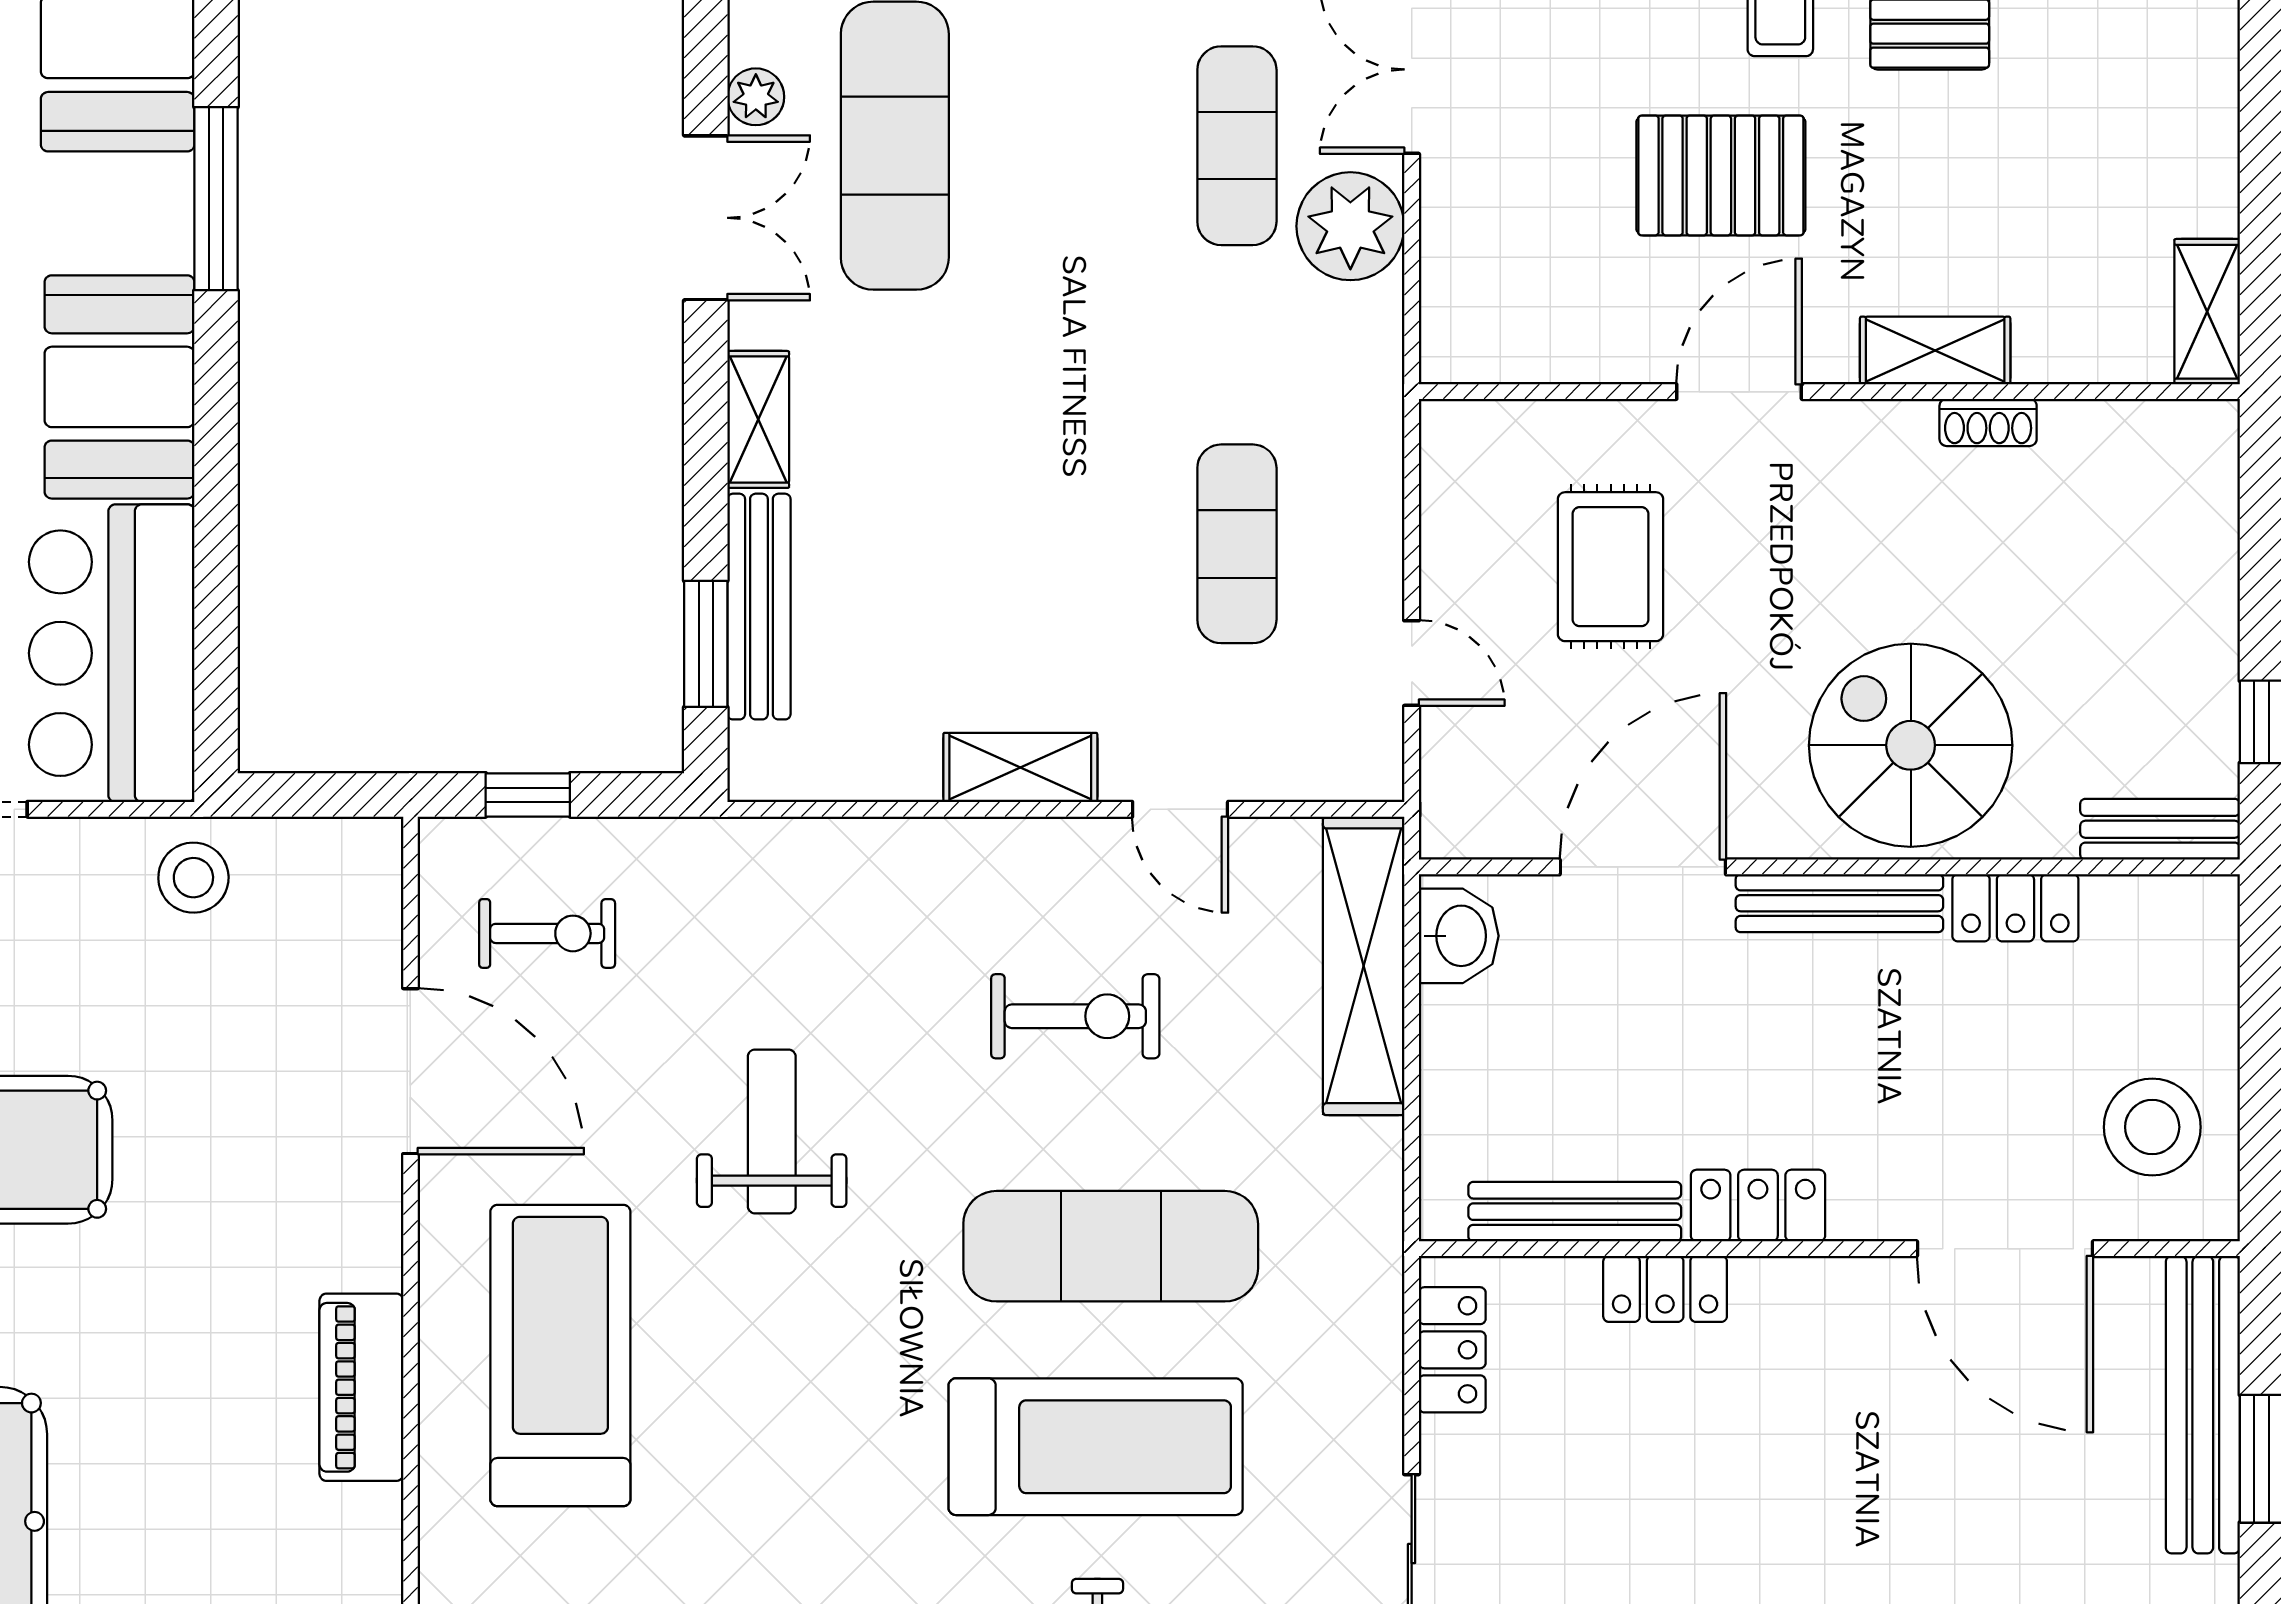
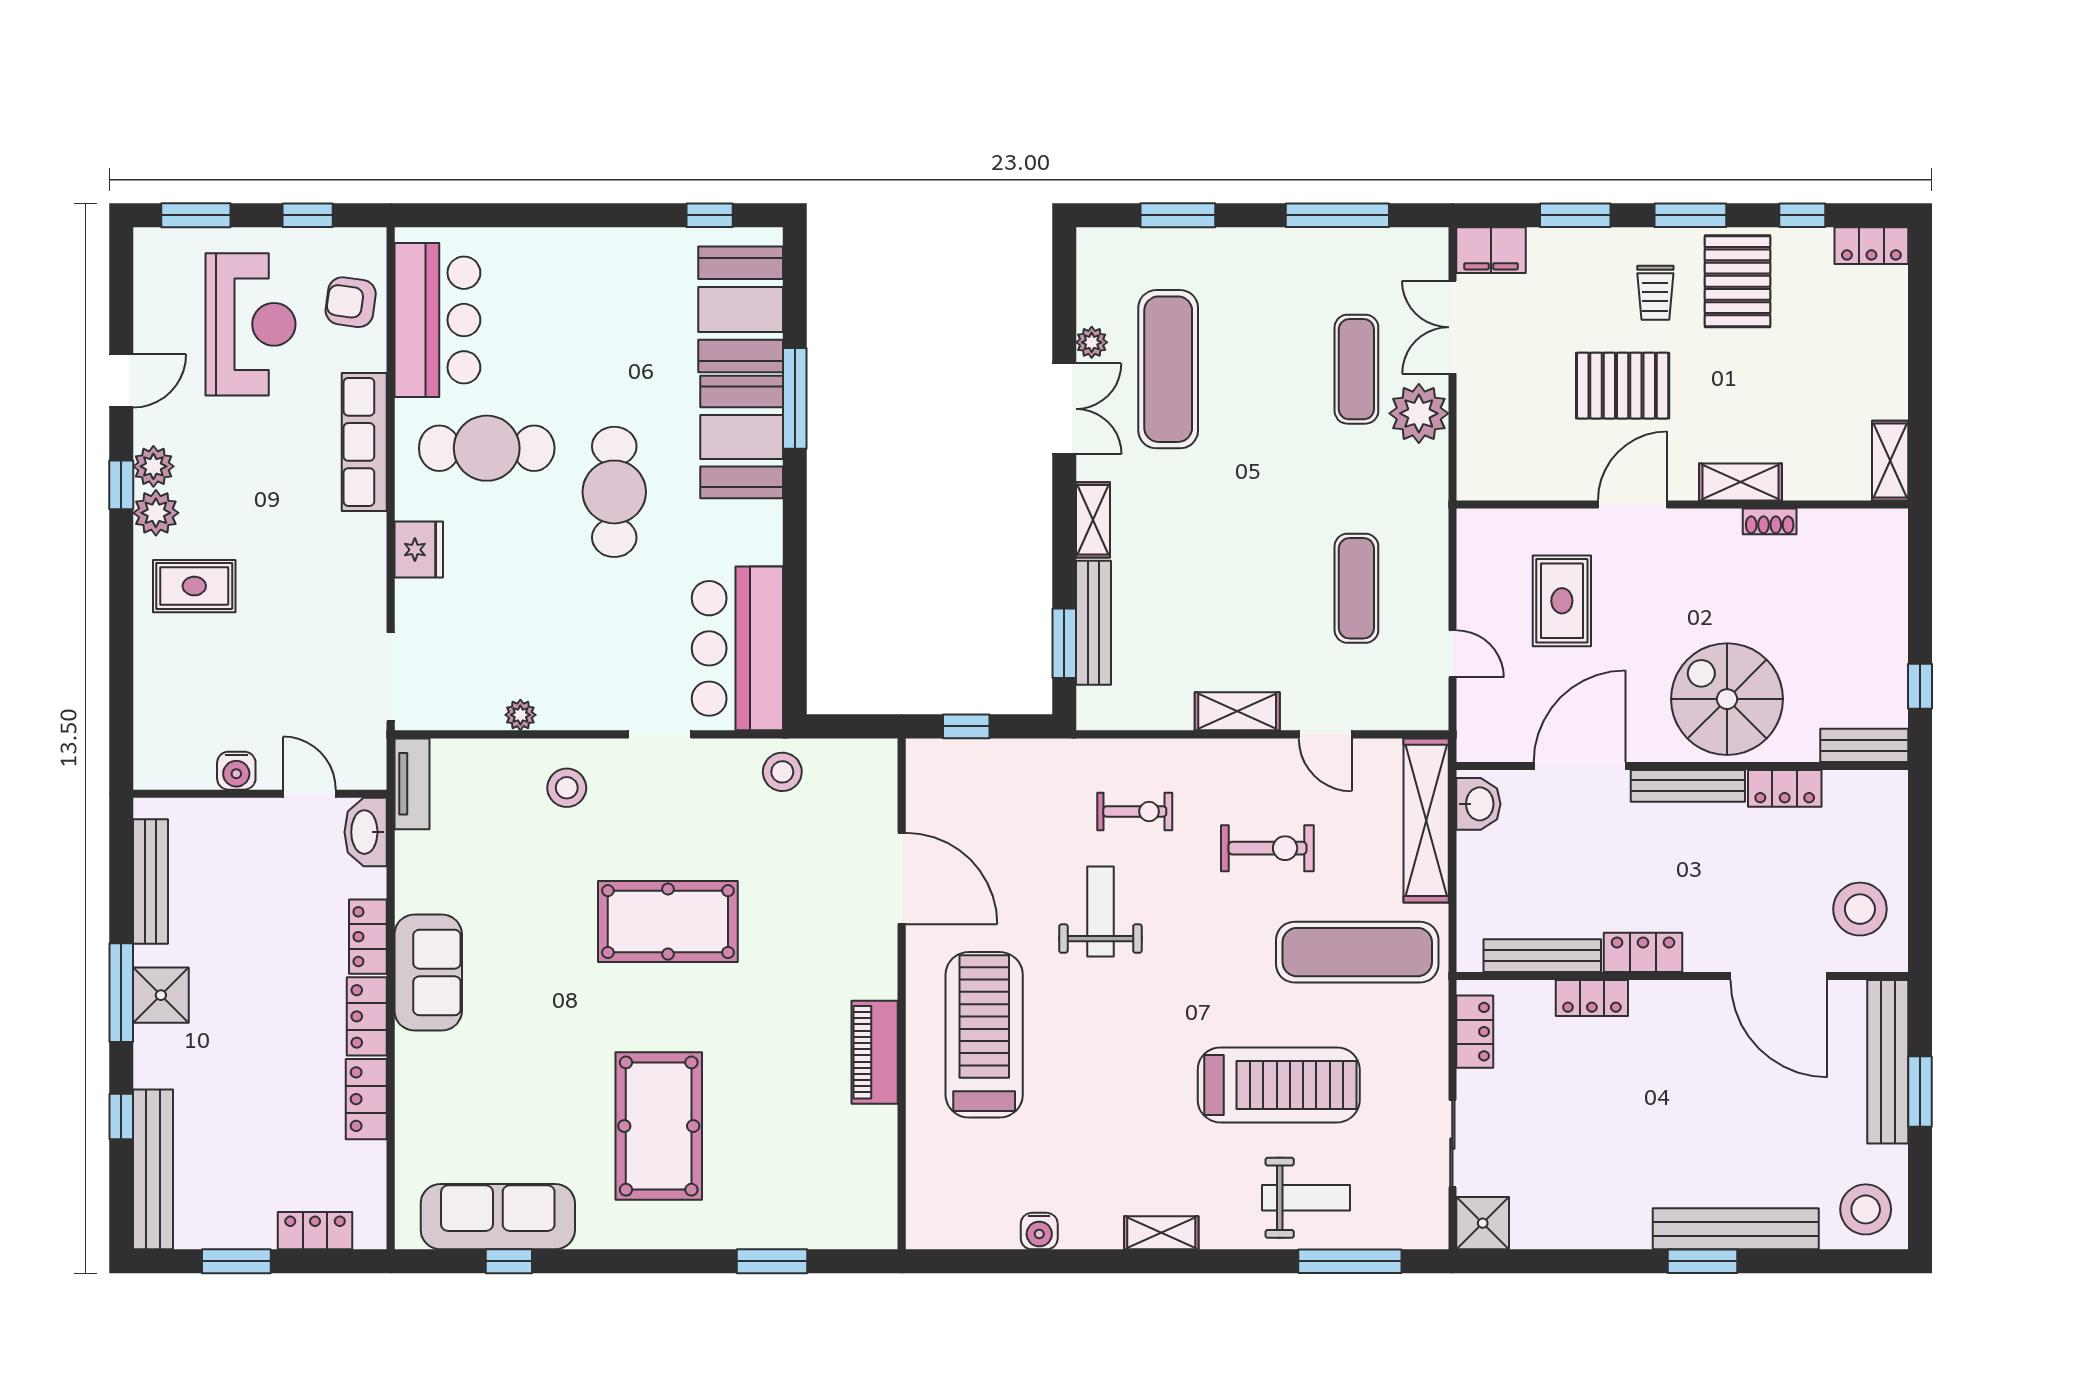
booth: (119, 387) -> (742, 437), moved
exercise bike: (547, 933) -> (1135, 811), moved
exercise mat: (1111, 1246) -> (1357, 952), moved

